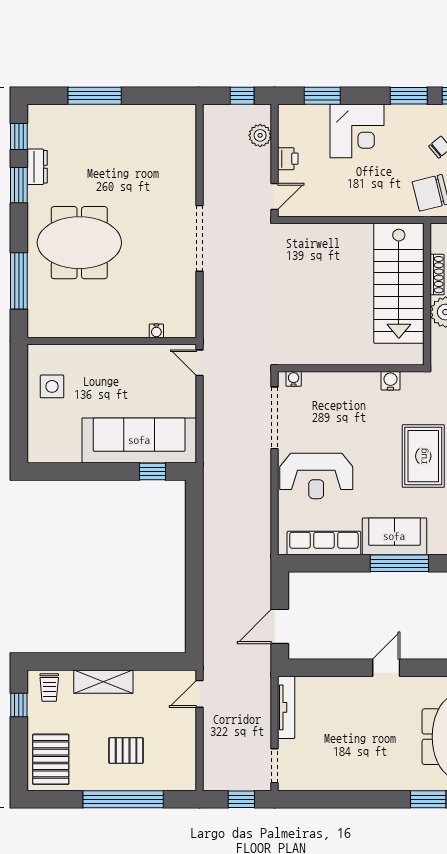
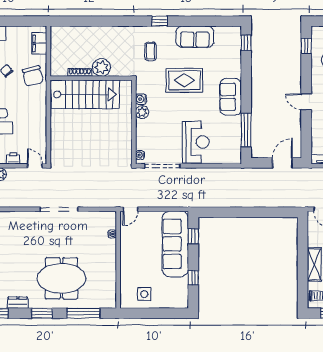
window: (19, 185) -> (42, 313), moved
meeting table: (79, 243) -> (61, 278), turned 90
plant: (368, 383) -> (142, 112), added
window: (80, 471) -> (193, 278), added
row of seats: (324, 543) -> (234, 138), removed
window: (399, 563) -> (246, 130), moved
door: (280, 626) -> (282, 163), swing flipped

